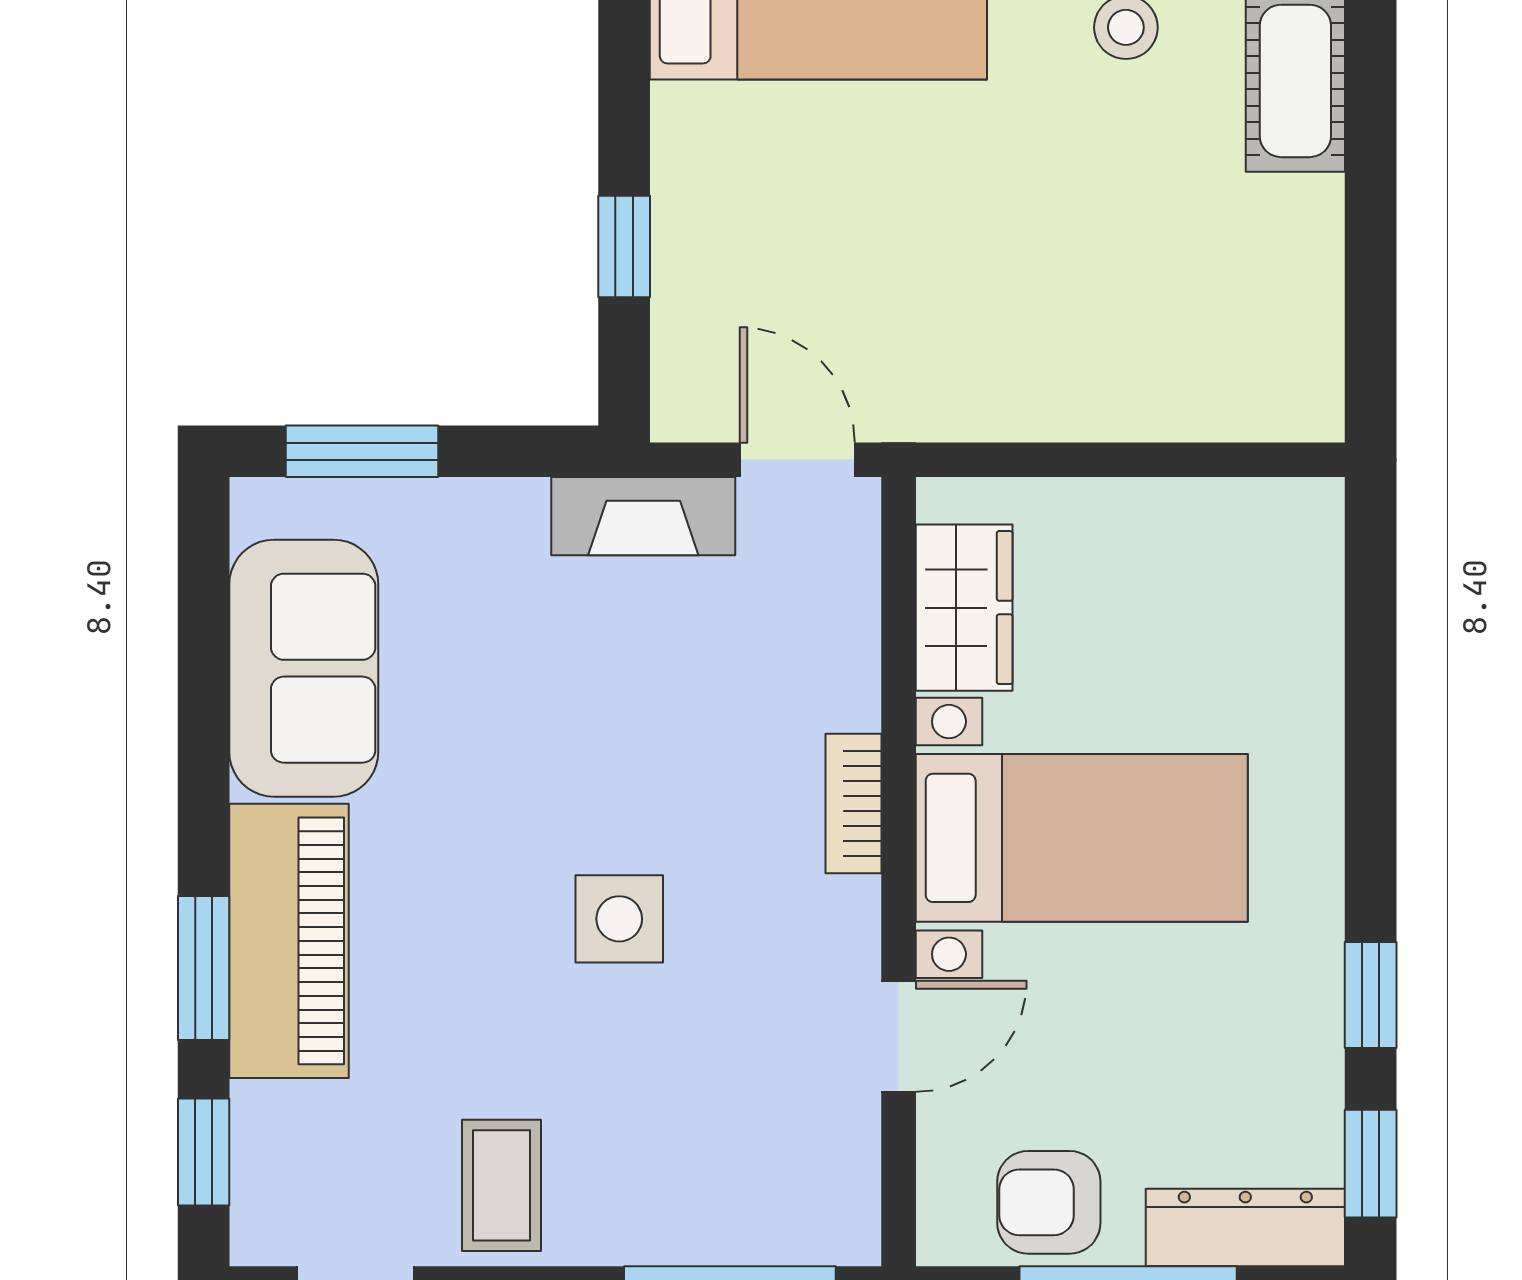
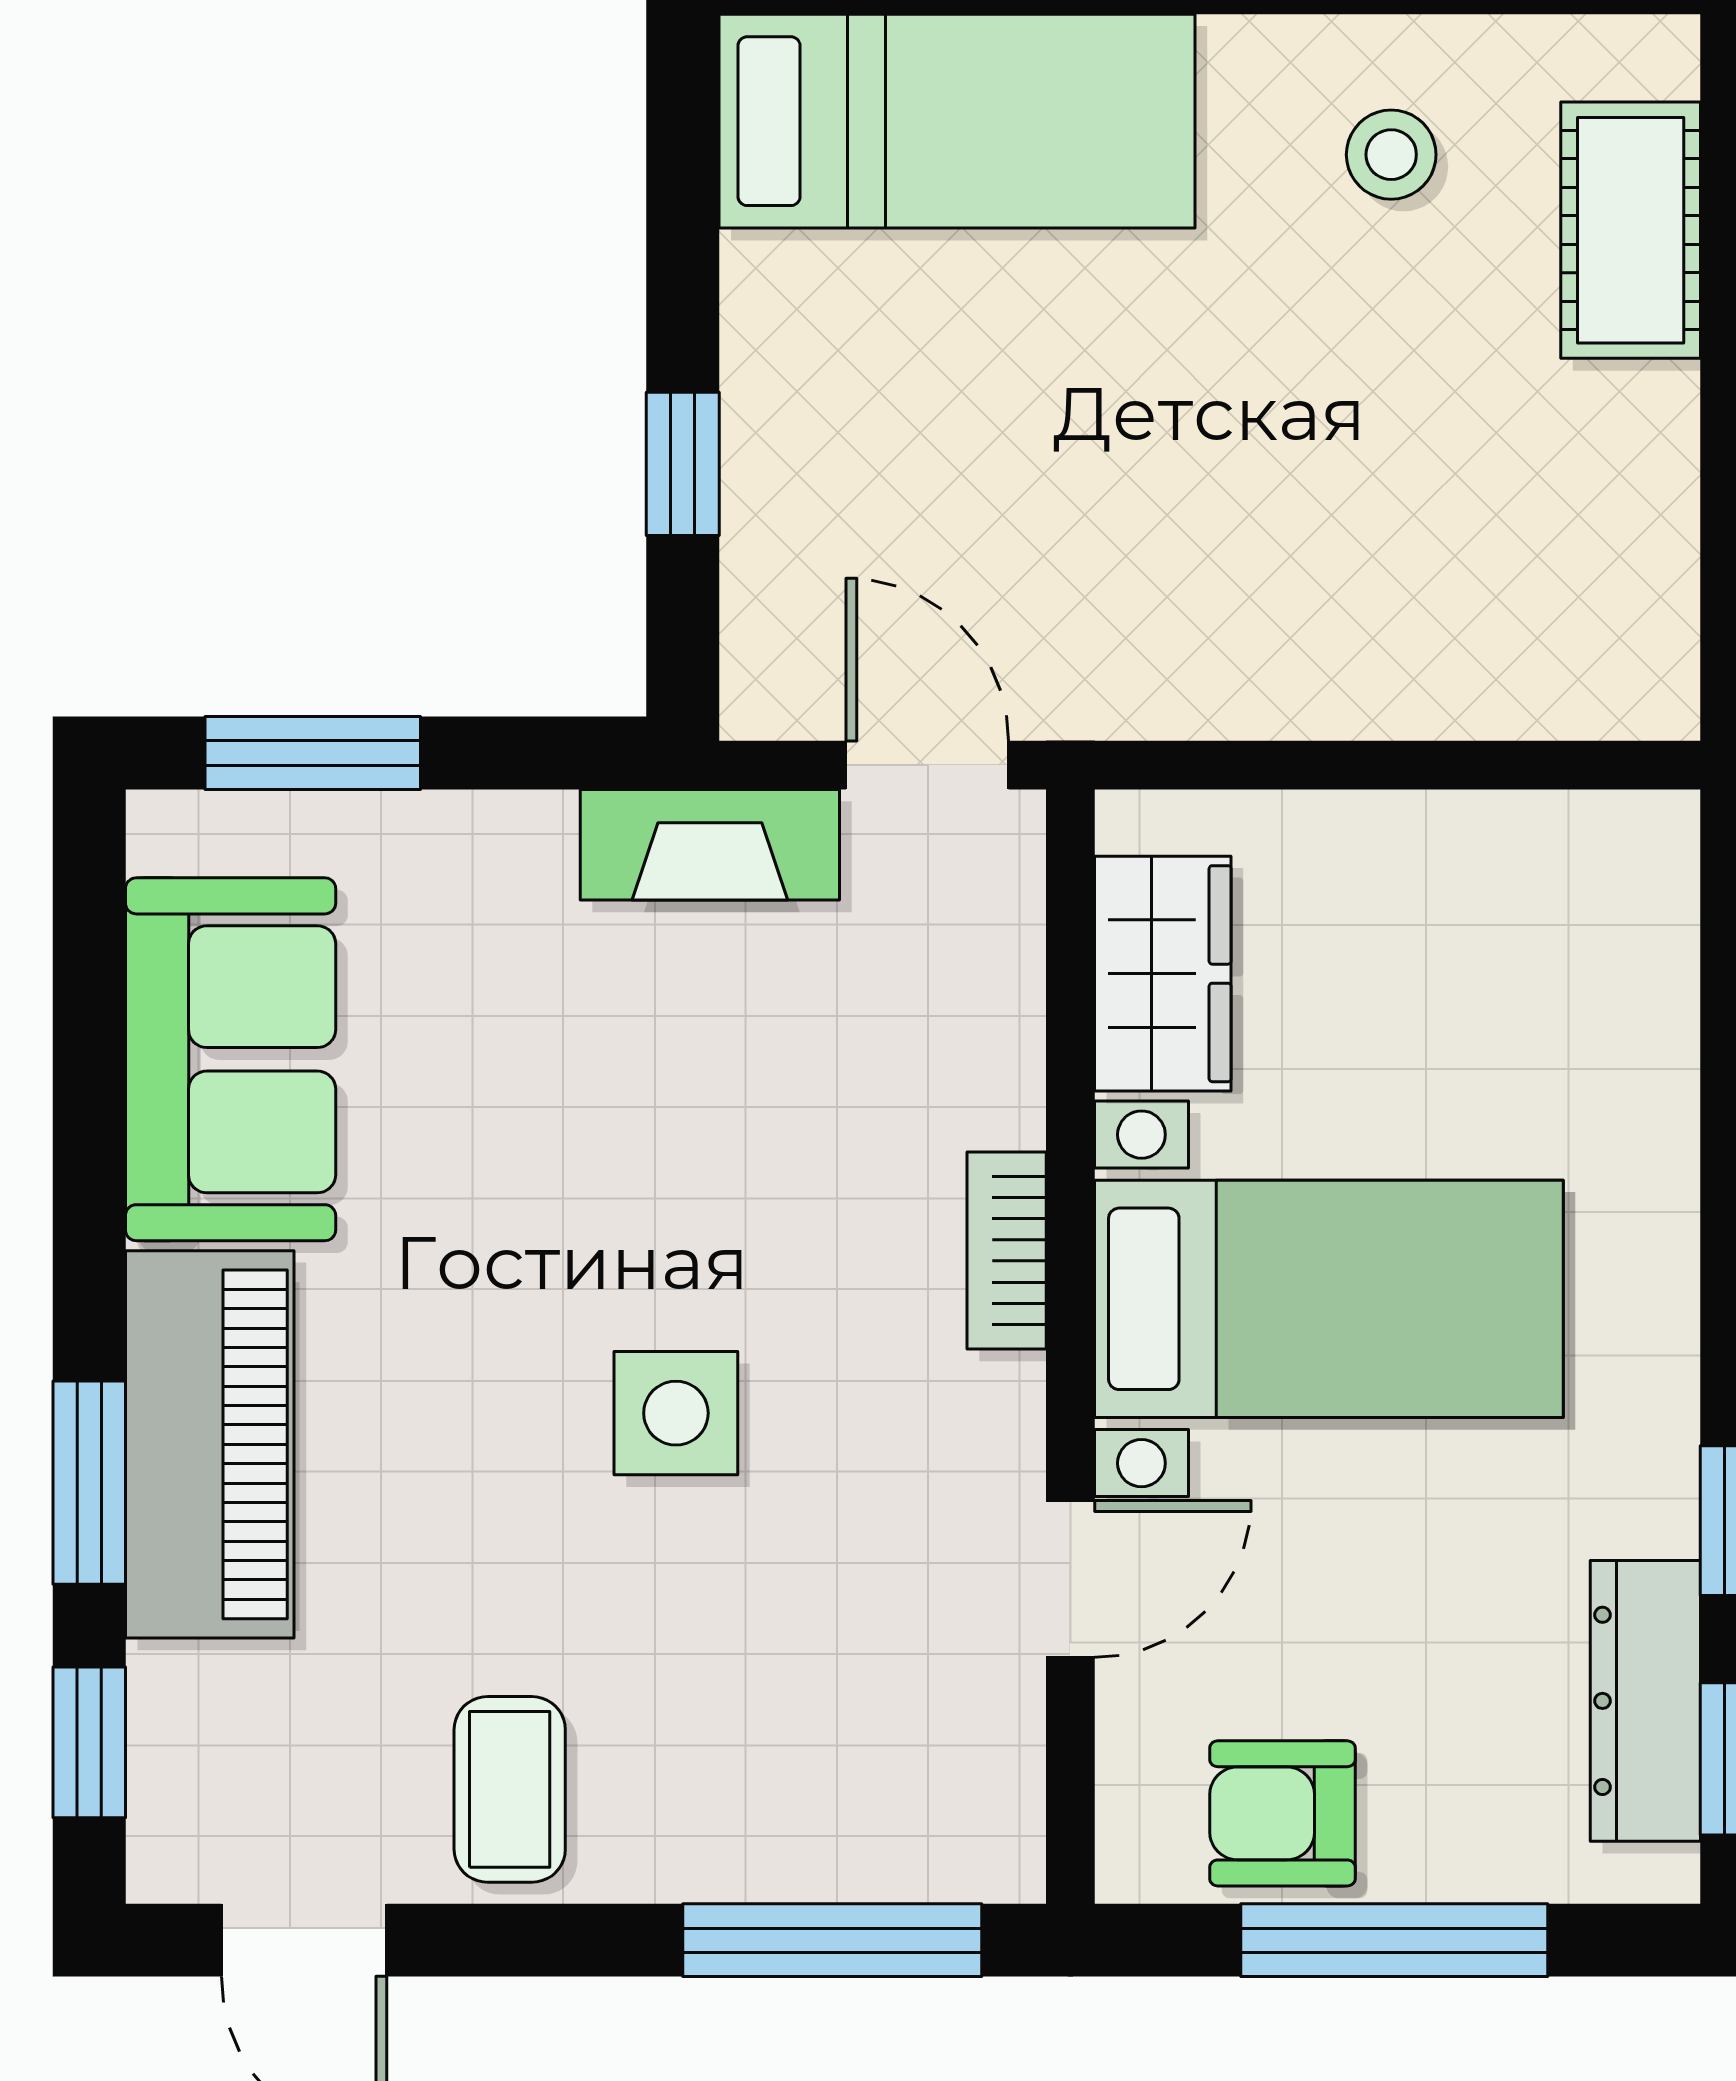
dresser: (1245, 1227) -> (1645, 1701), moved, turned -90

